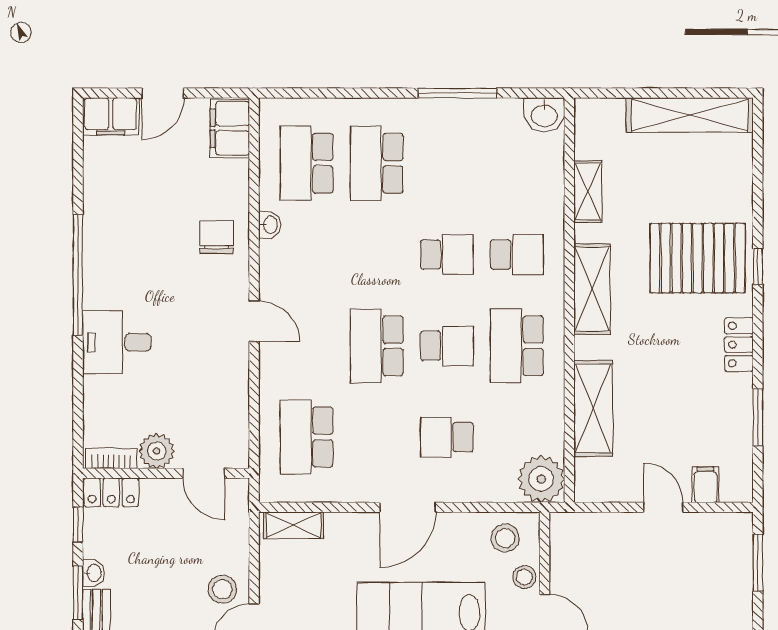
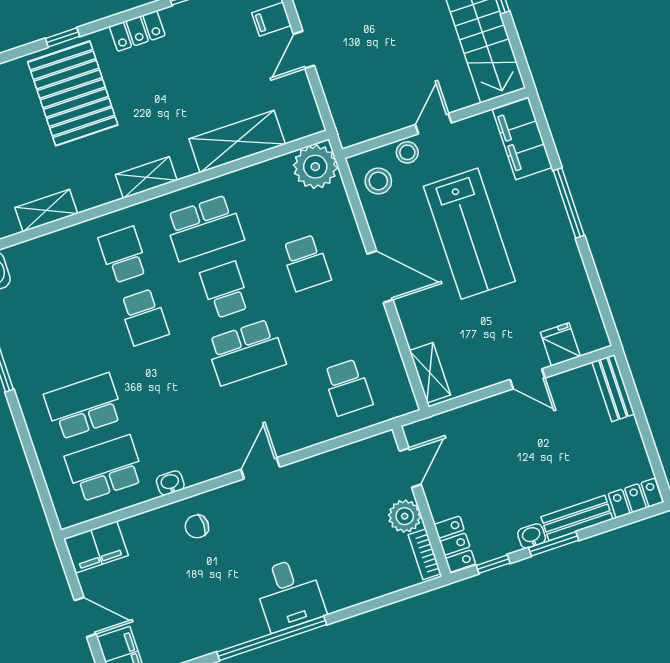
school desk: (307, 163) -> (105, 469), turned 180
school desk: (377, 163) -> (84, 406), turned 180
chair: (217, 237) -> (197, 526), width x0.73, depth x0.73
school desk: (447, 255) -> (144, 317), turned 180
shelving: (592, 289) -> (146, 177), width x0.67, depth x0.75
desk: (117, 342) -> (289, 594), moved
school desk: (307, 437) -> (348, 387), width x0.54
stool: (222, 589) -> (508, 417), removed

